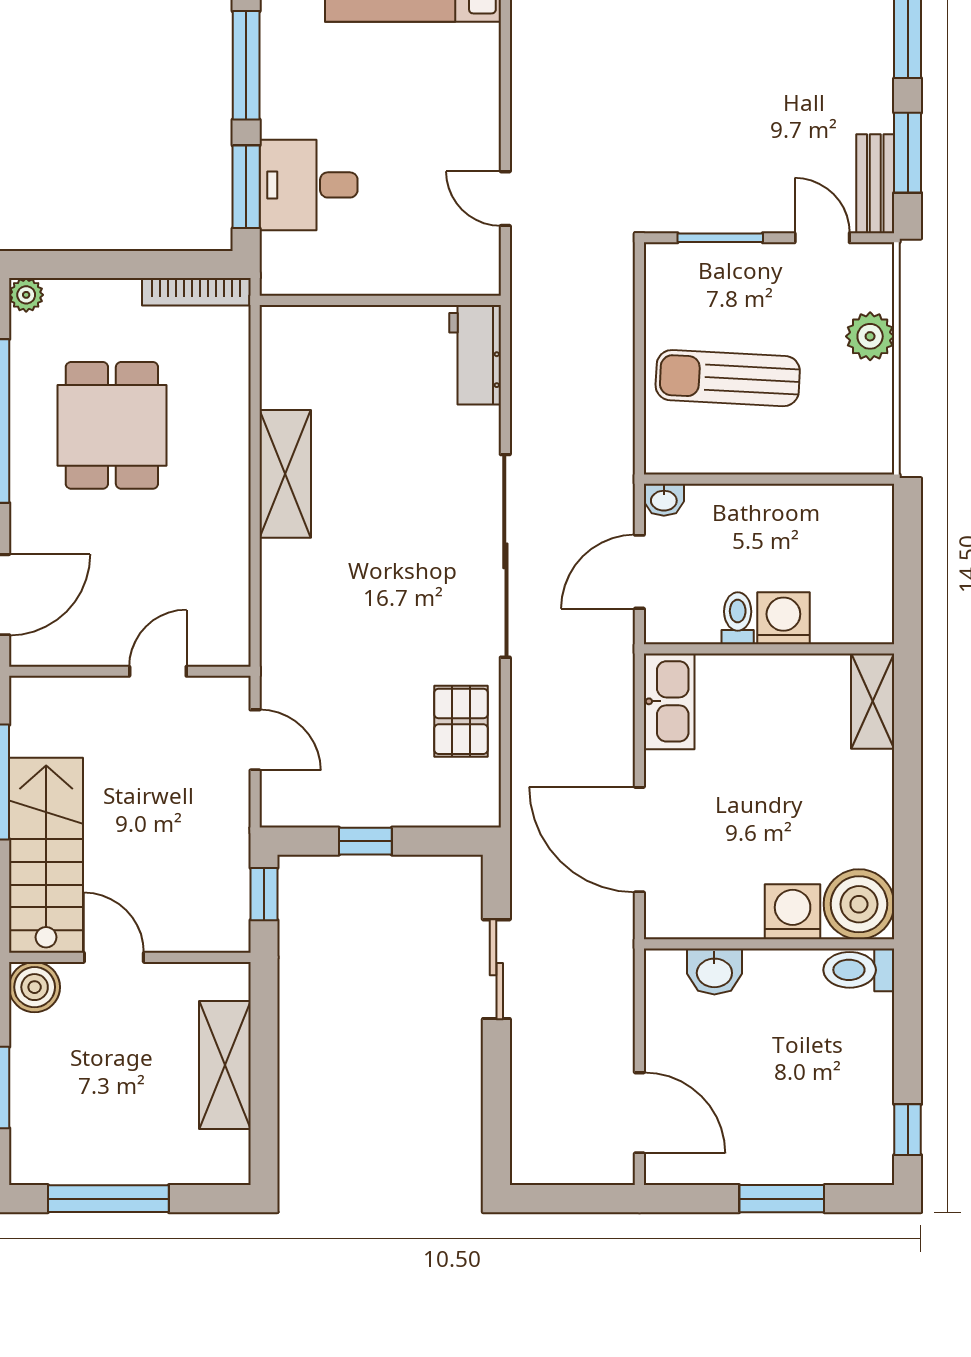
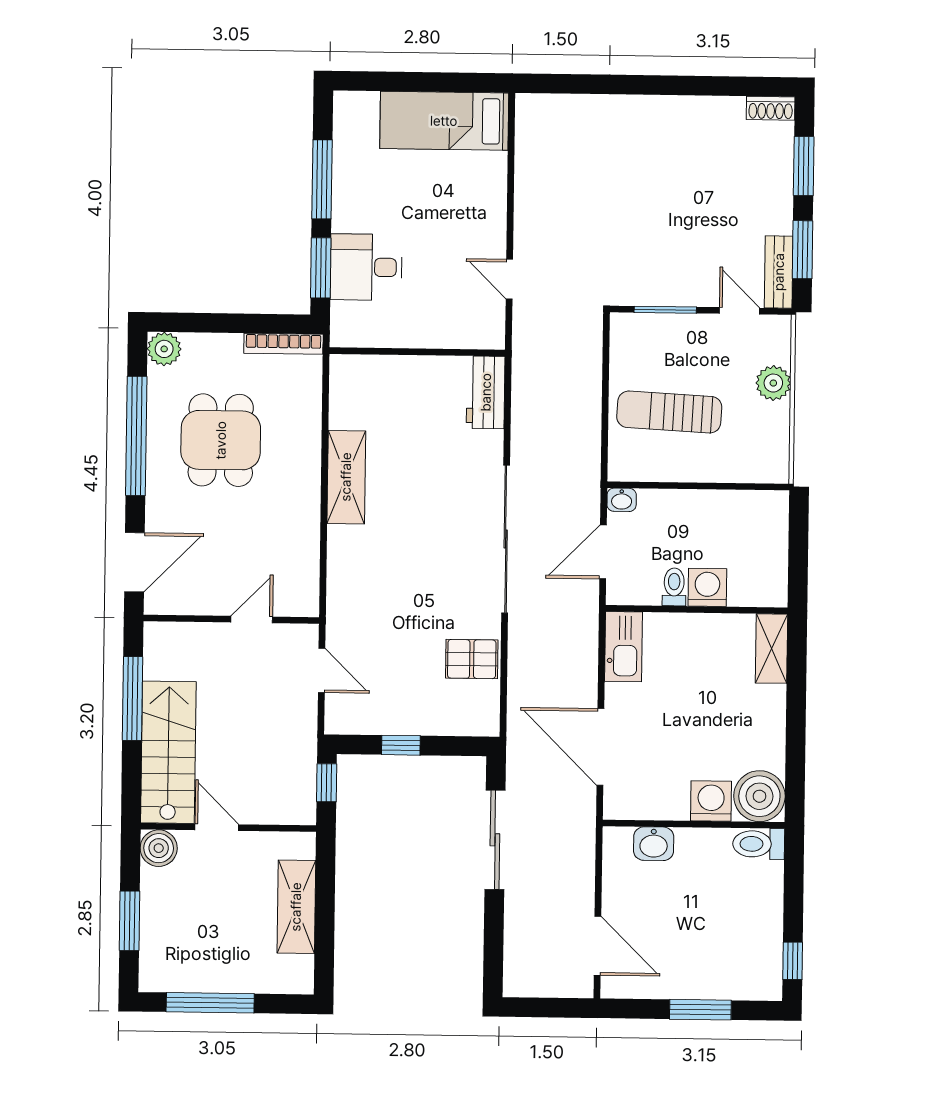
plant: (26, 295) -> (164, 349), width x1.38, depth x1.38
pallet: (461, 721) -> (472, 659), turned 90
sliding door: (496, 969) -> (495, 840), width x1.37

